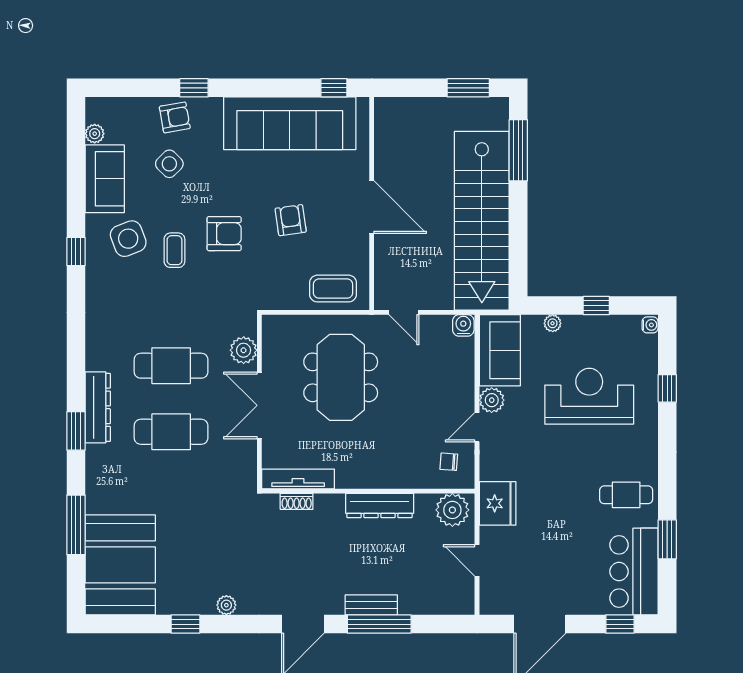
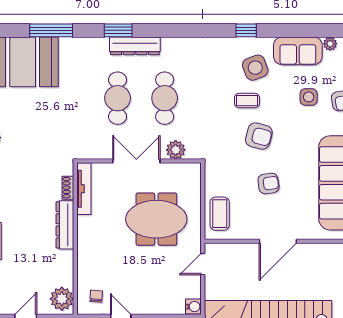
side table: (169, 164) -> (309, 97), turned 45
armchair: (224, 234) -> (259, 136), turned -75
dresser: (380, 506) -> (65, 225), moved

